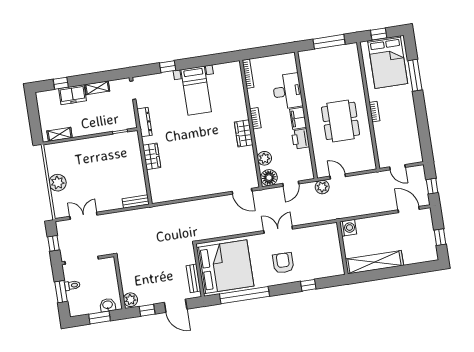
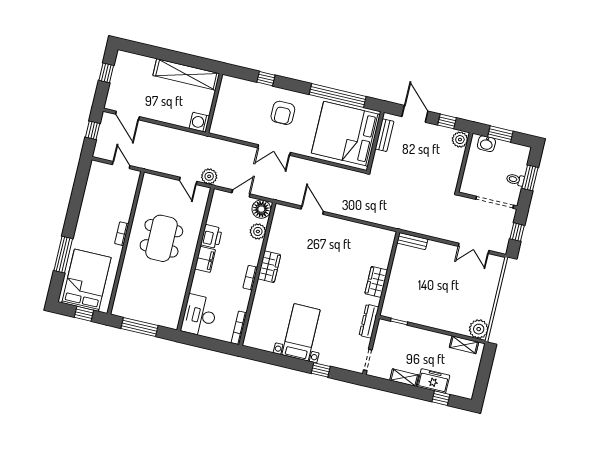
desk: (287, 91) -> (199, 316), moved
plant: (58, 183) -> (479, 329), moved
door: (242, 191) -> (312, 210), moved

